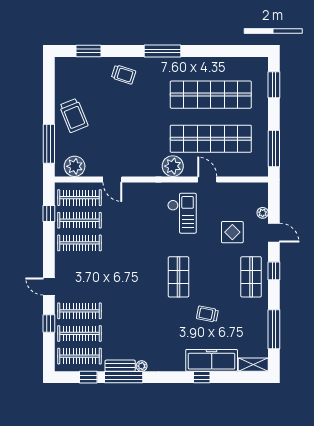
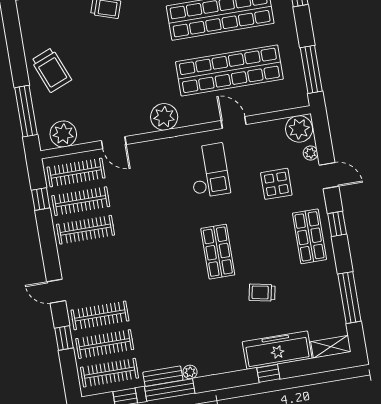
plant: (173, 166) -> (164, 117), moved
plant: (257, 193) -> (299, 129), added

